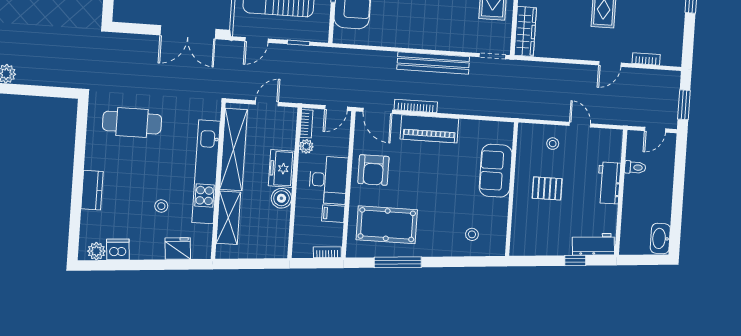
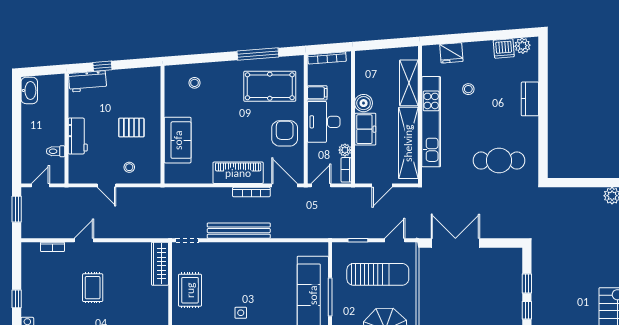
bookcase: (327, 252) -> (327, 58), width x1.56

